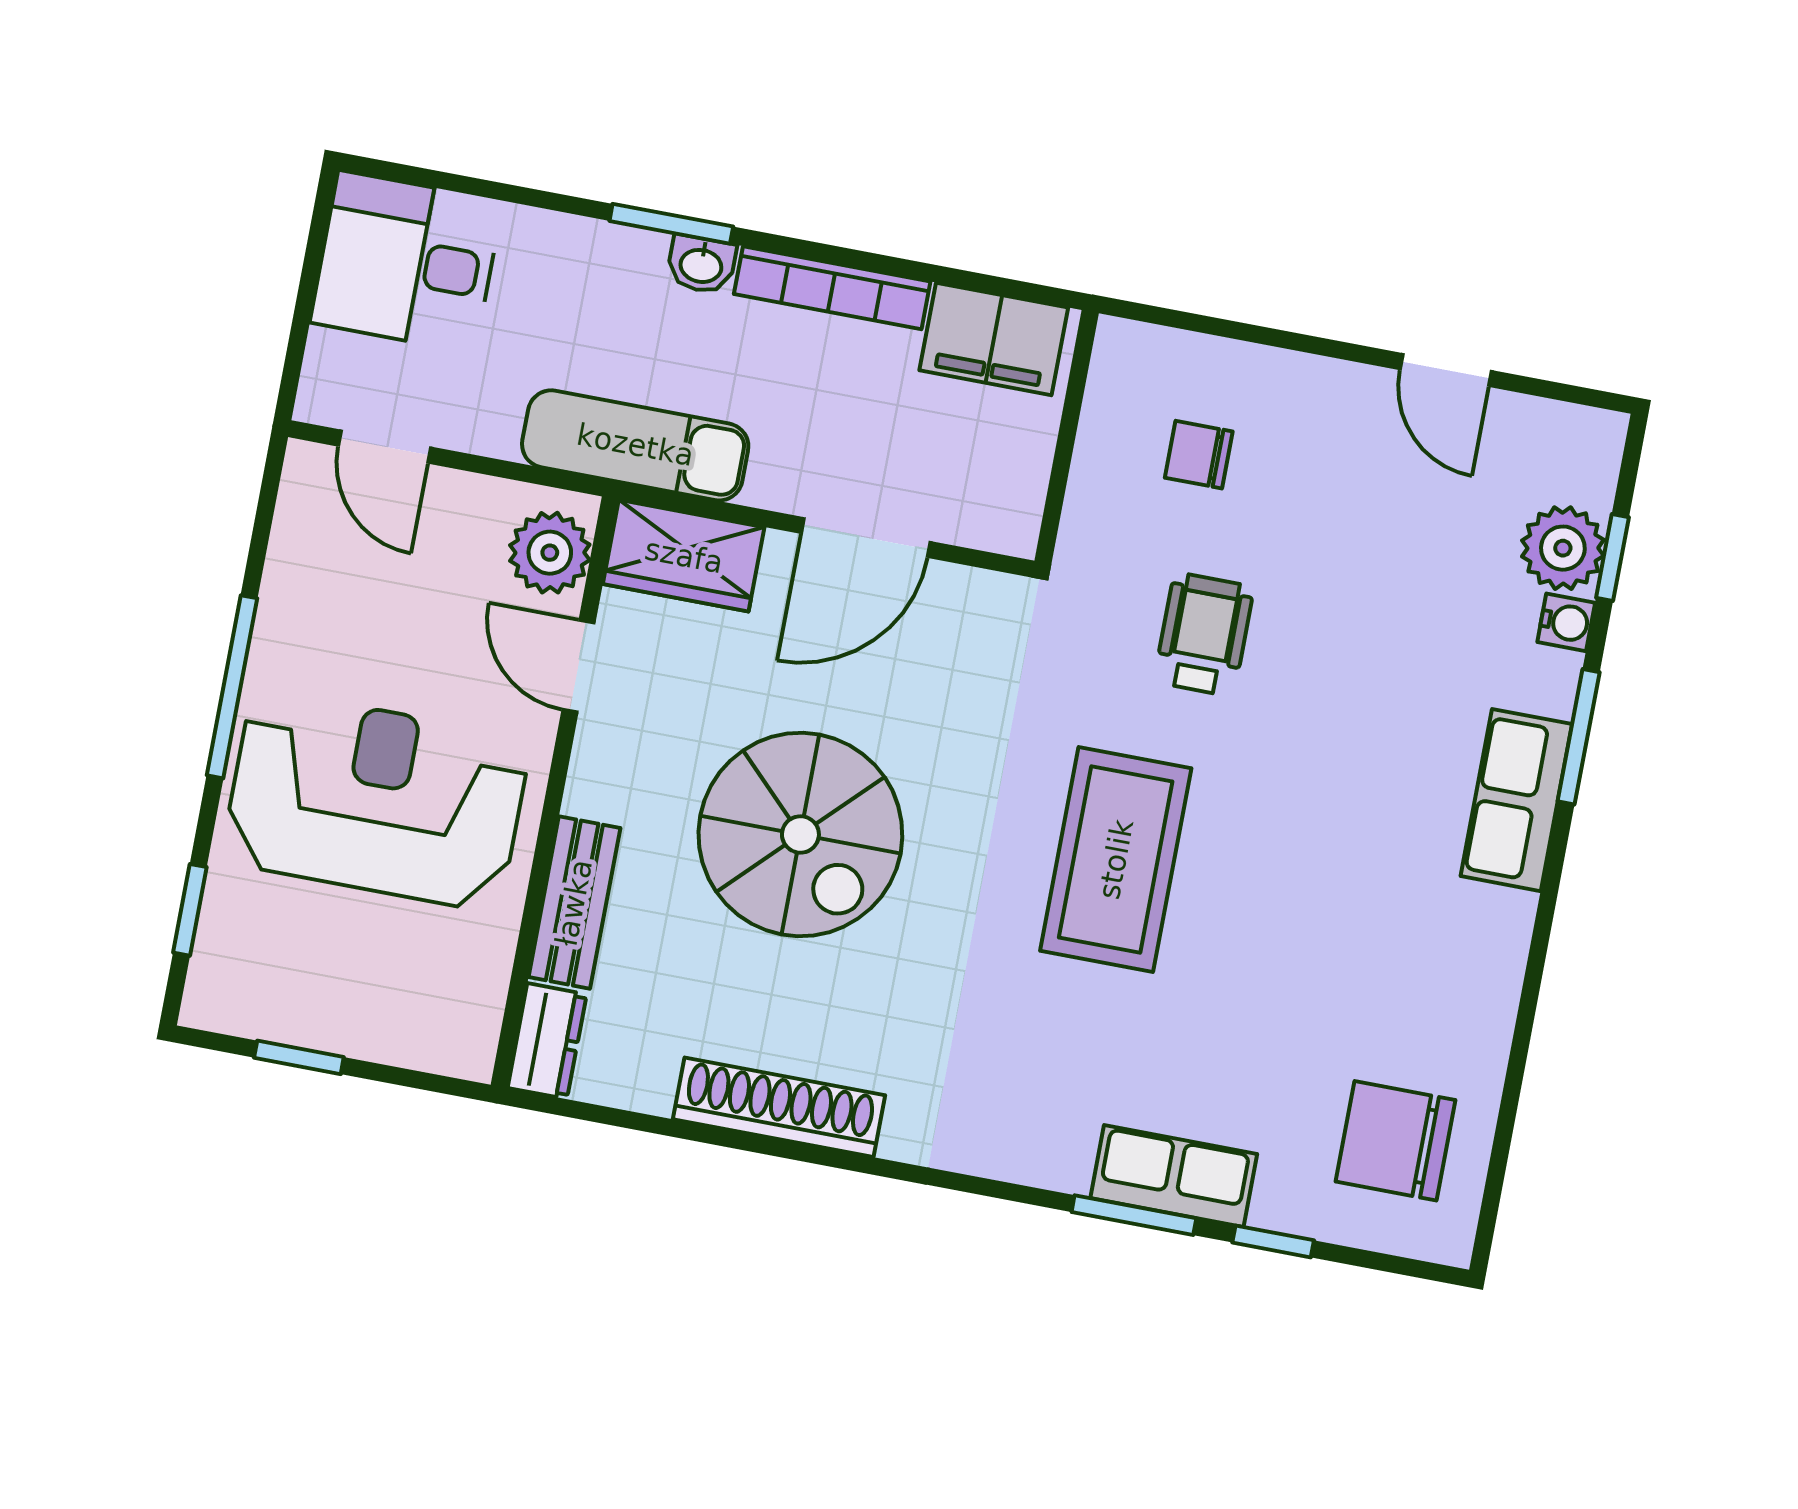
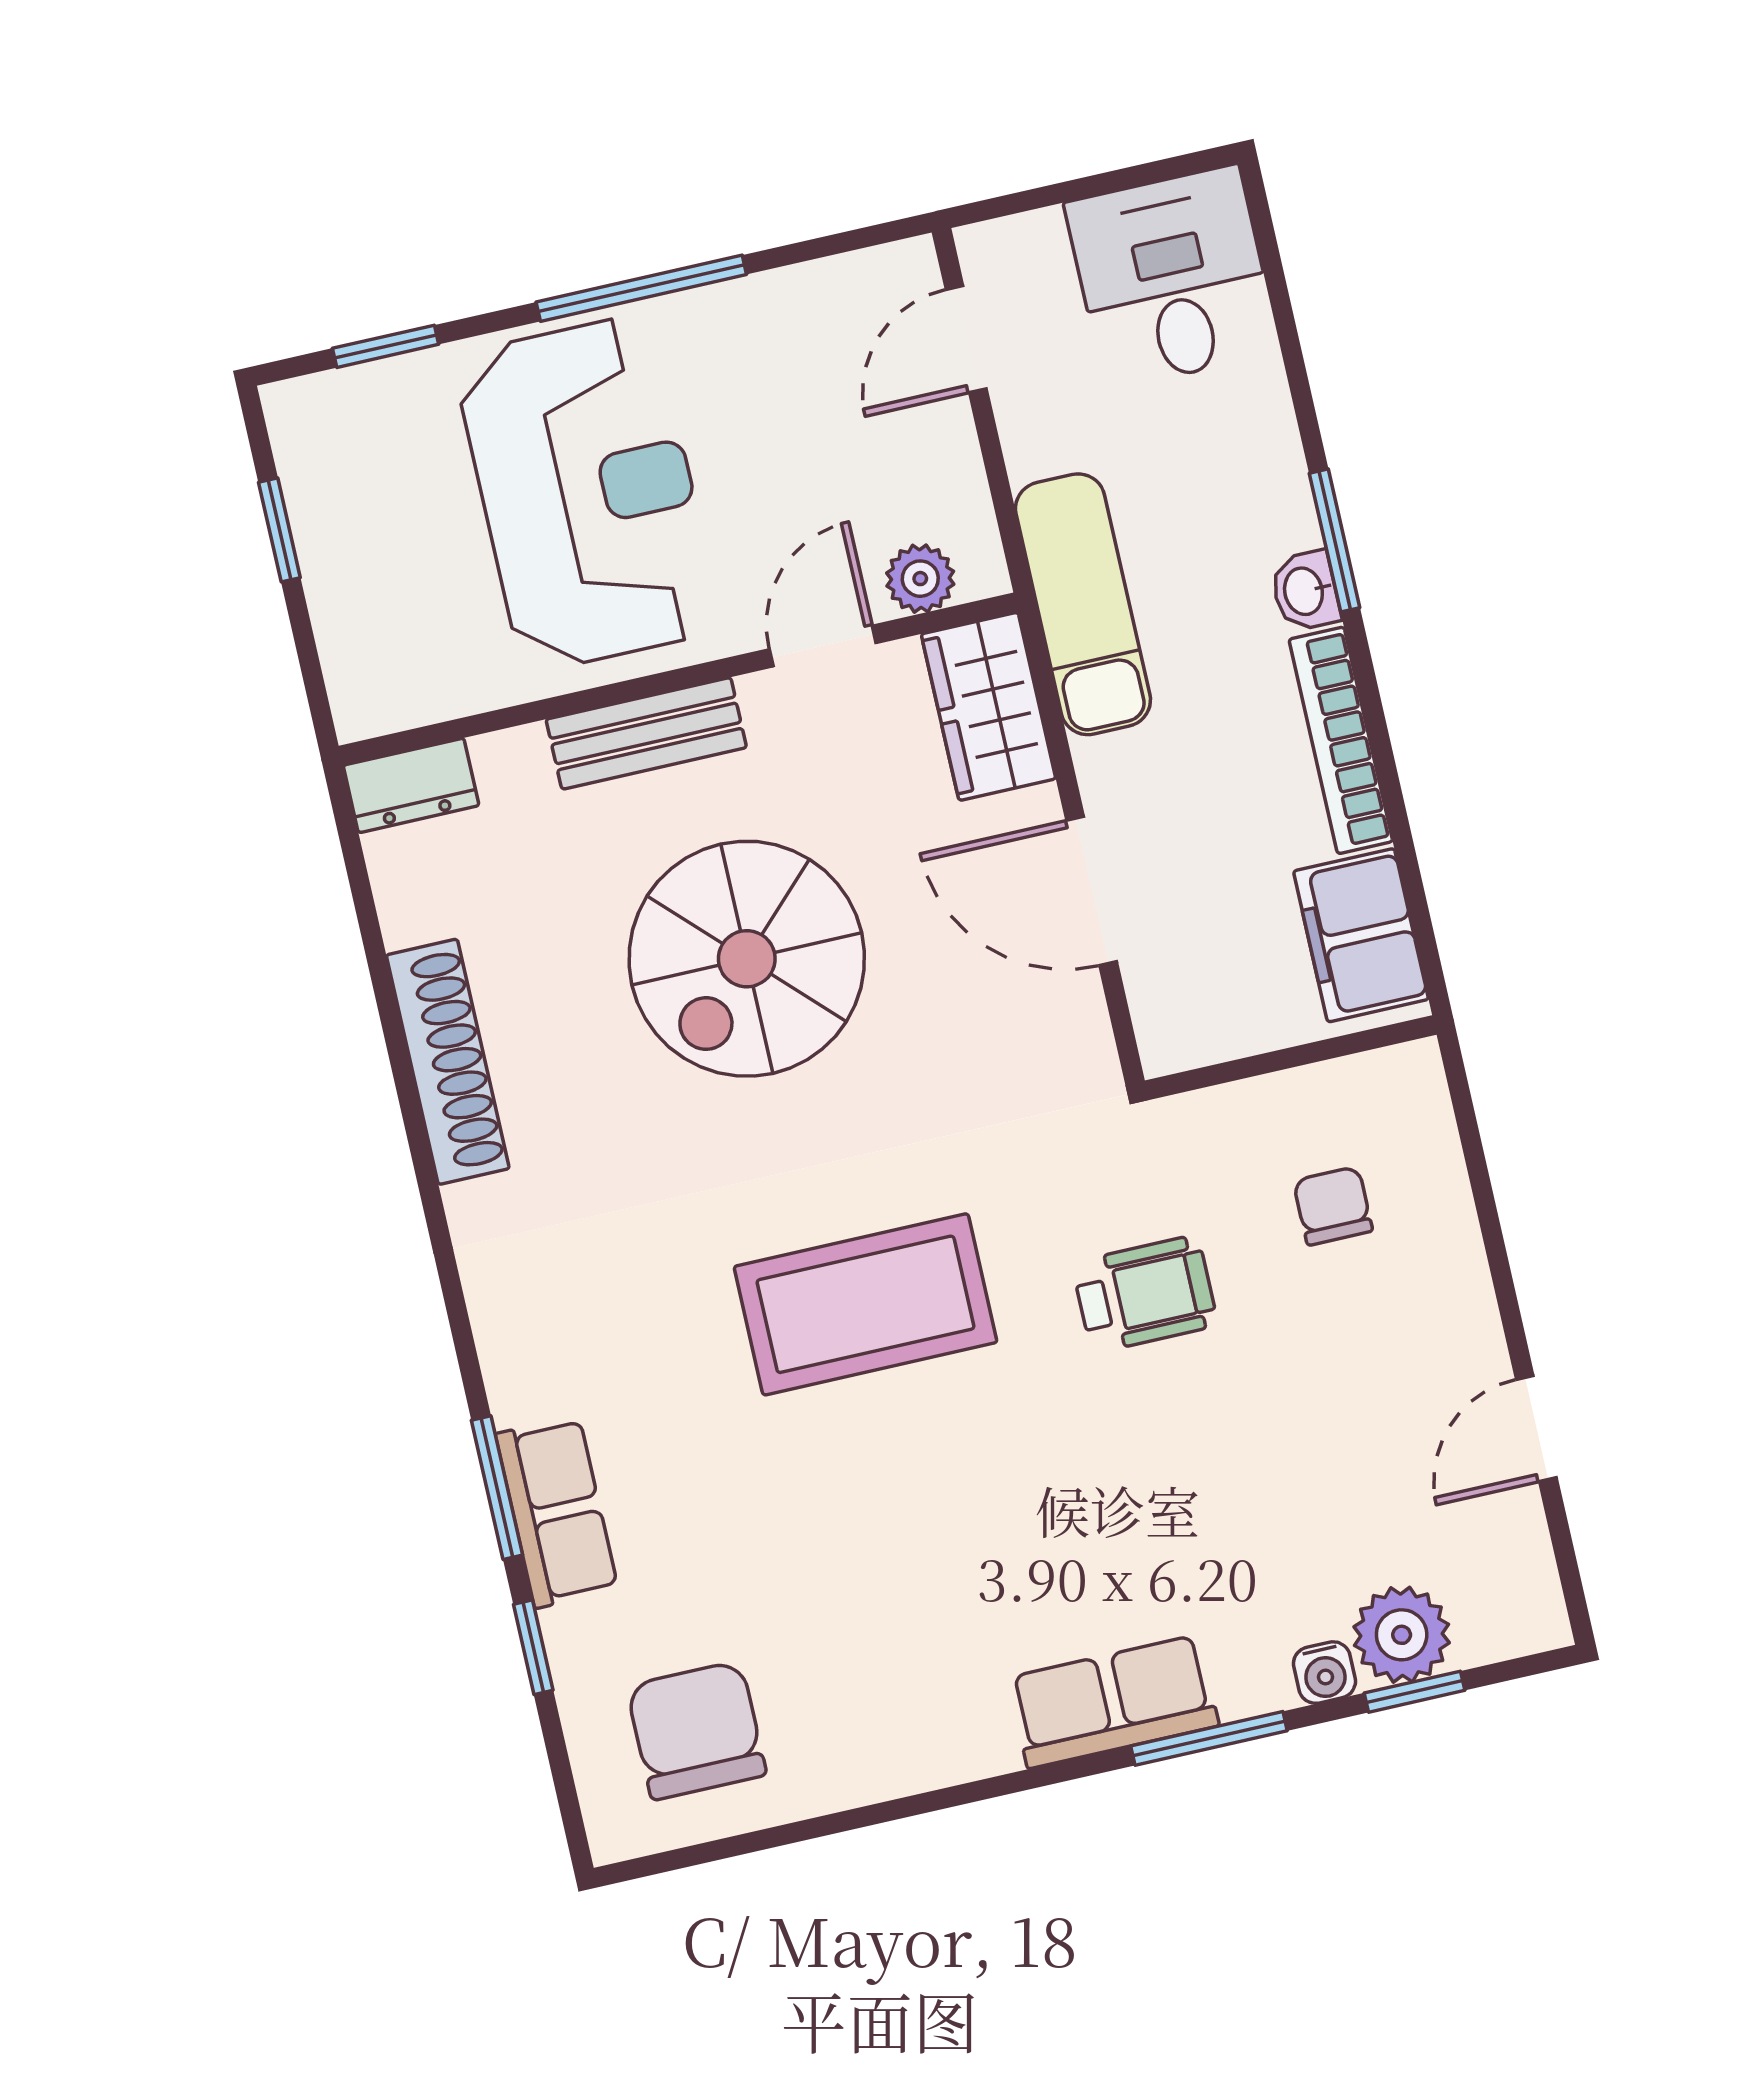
plant: (550, 553) -> (920, 579), width x0.73, depth x0.73
bench: (574, 903) -> (646, 733), moved

